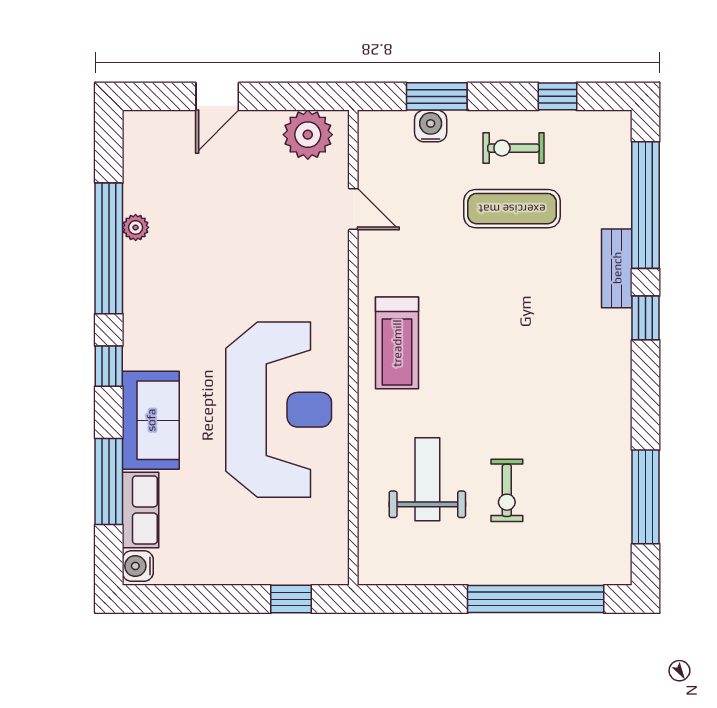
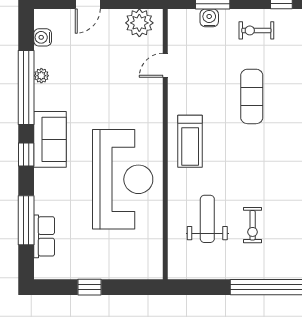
door: (353, 209) -> (165, 65), swing flipped
exercise mat: (512, 209) -> (252, 96), moved, turned 90
sofa: (151, 420) -> (50, 139), moved
water cooler: (138, 566) -> (43, 37), moved
window: (291, 599) -> (90, 287), moved

